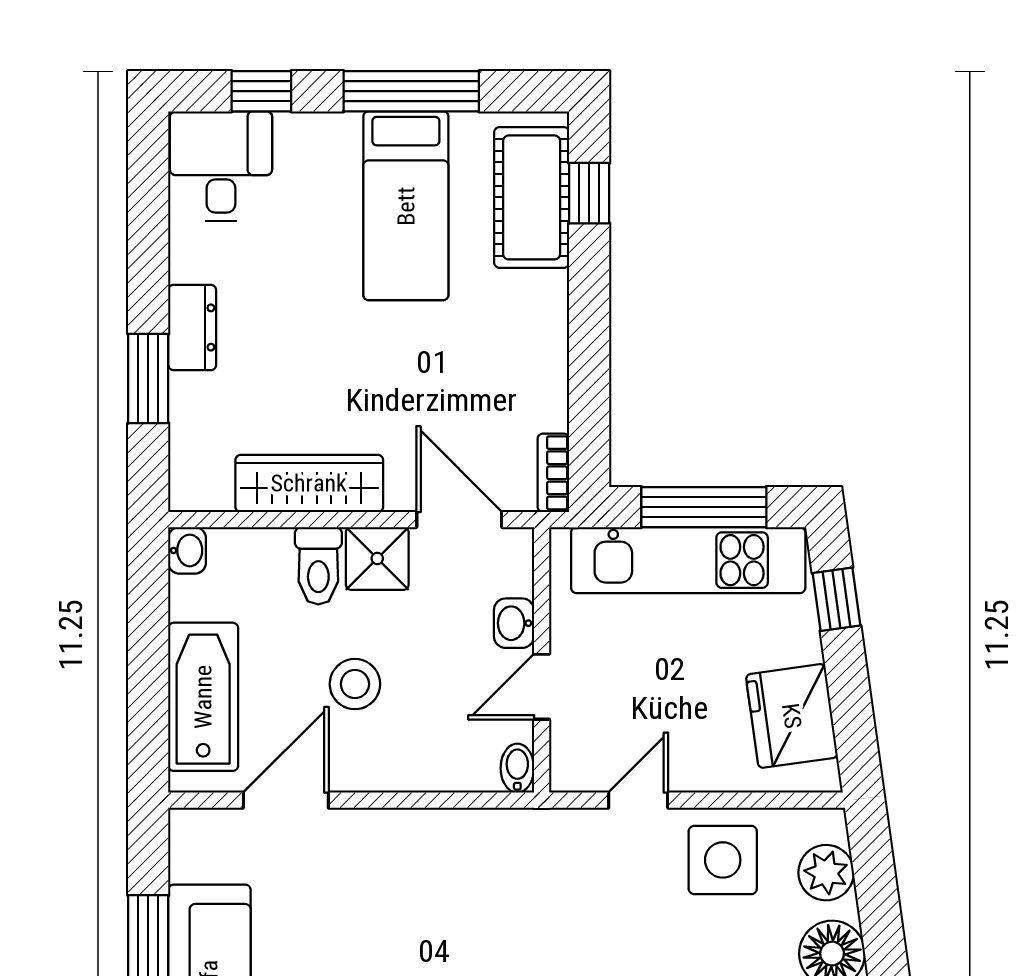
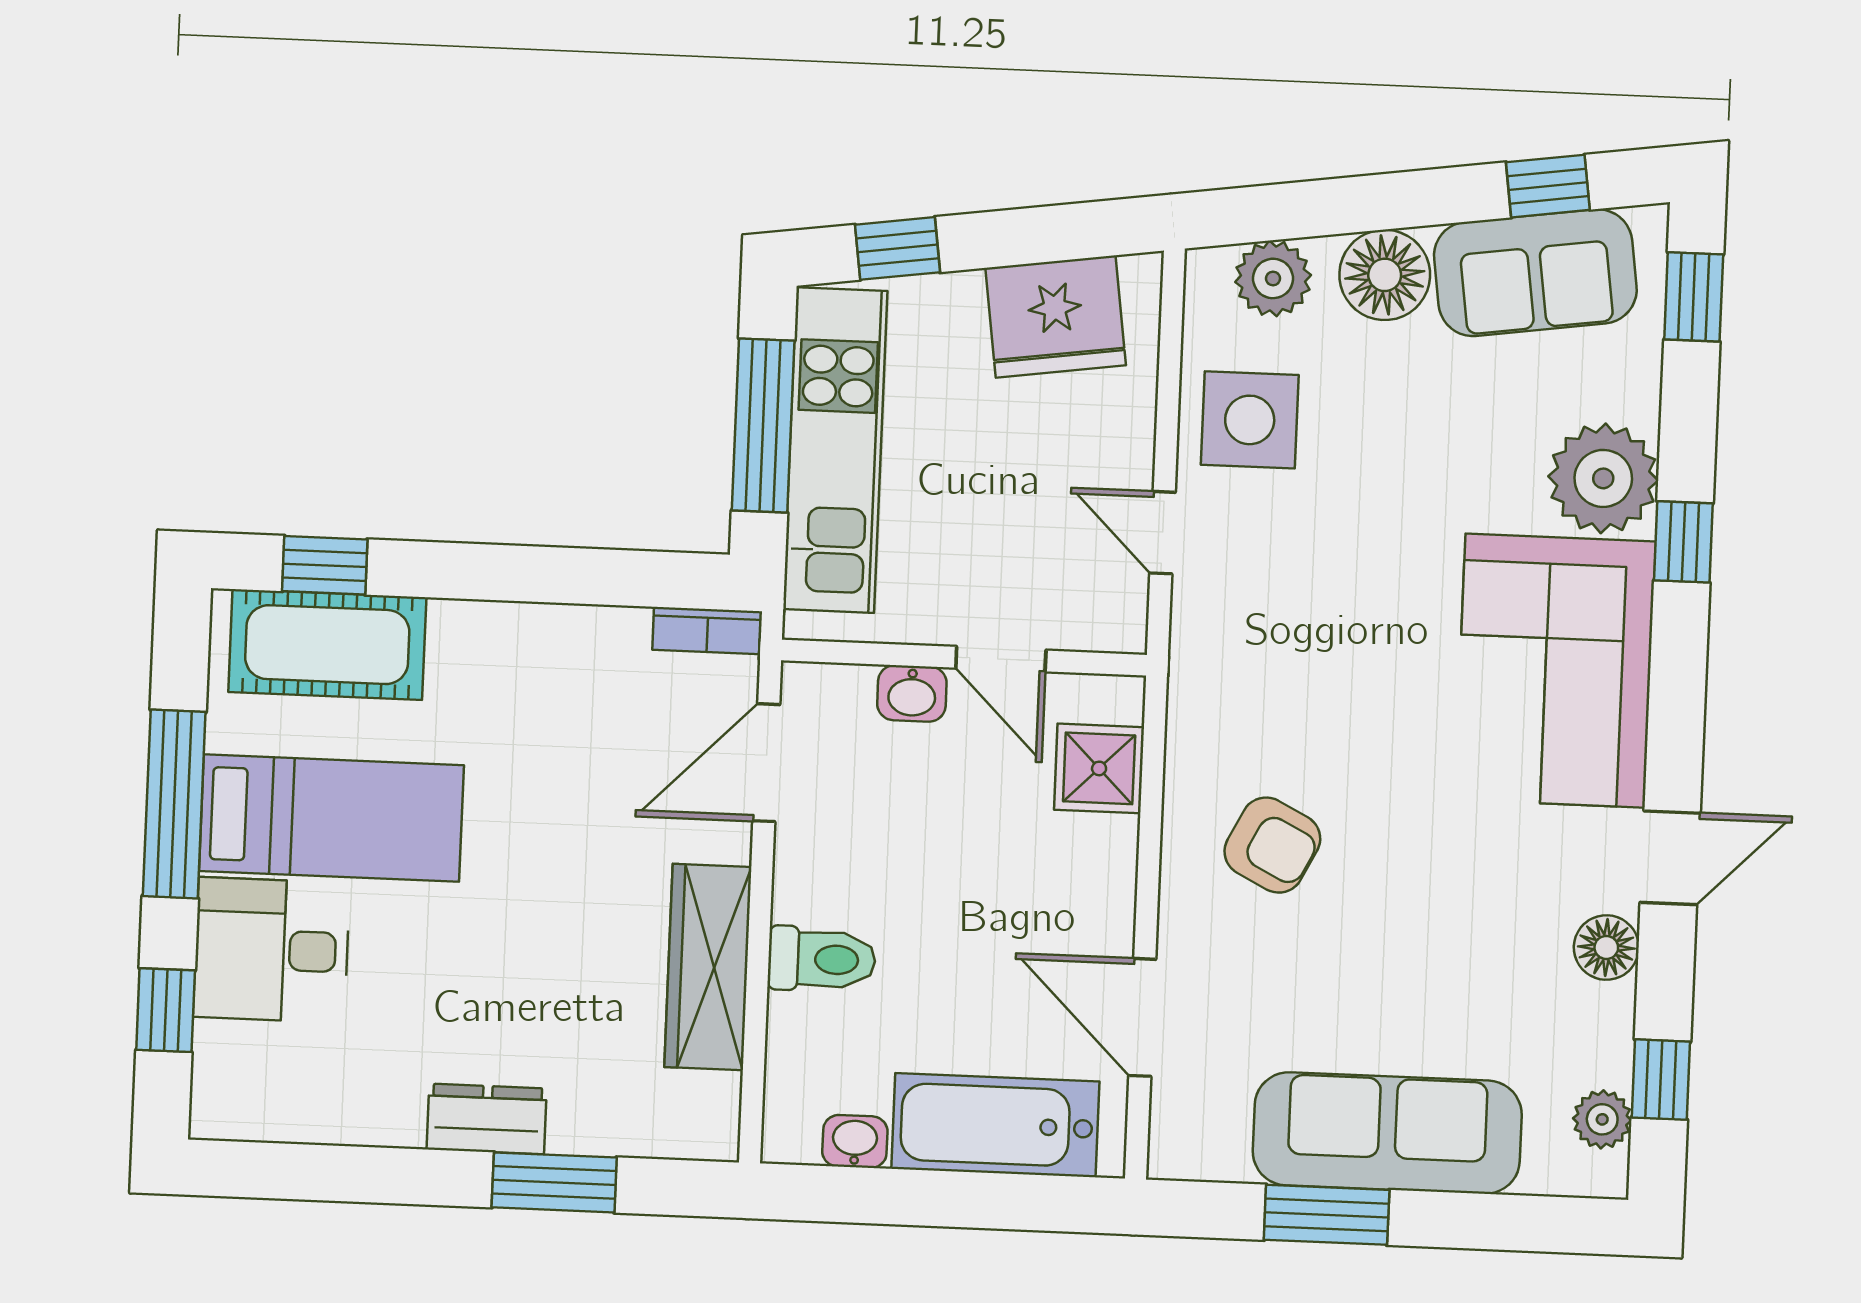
desk: (221, 166) -> (272, 950), moved
washbasin: (187, 550) -> (855, 1141), moved
shower: (377, 558) -> (1099, 768), moved
stool: (355, 684) -> (986, 916), removed
bidet: (517, 768) -> (1111, 697), removed
armchair: (415, 889) -> (1272, 845), added

